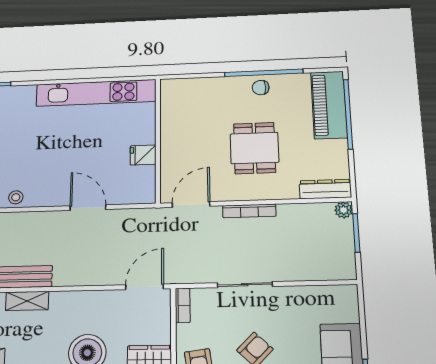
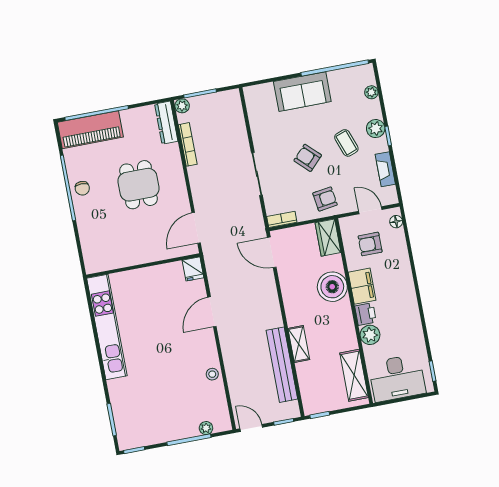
dining table: (254, 148) -> (138, 185), turned 90
fridge: (143, 155) -> (193, 269), moved
door: (191, 204) -> (196, 228), hinge flipped
bookcase: (249, 211) -> (188, 144), moved

